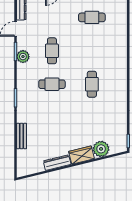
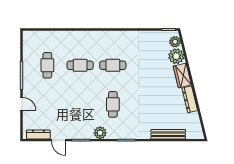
cafe table: (52, 51) -> (80, 65), moved
plant: (23, 57) -> (100, 133), moved
bench: (22, 136) -> (168, 134), width x1.36
plant: (116, 148) -> (175, 42), added

